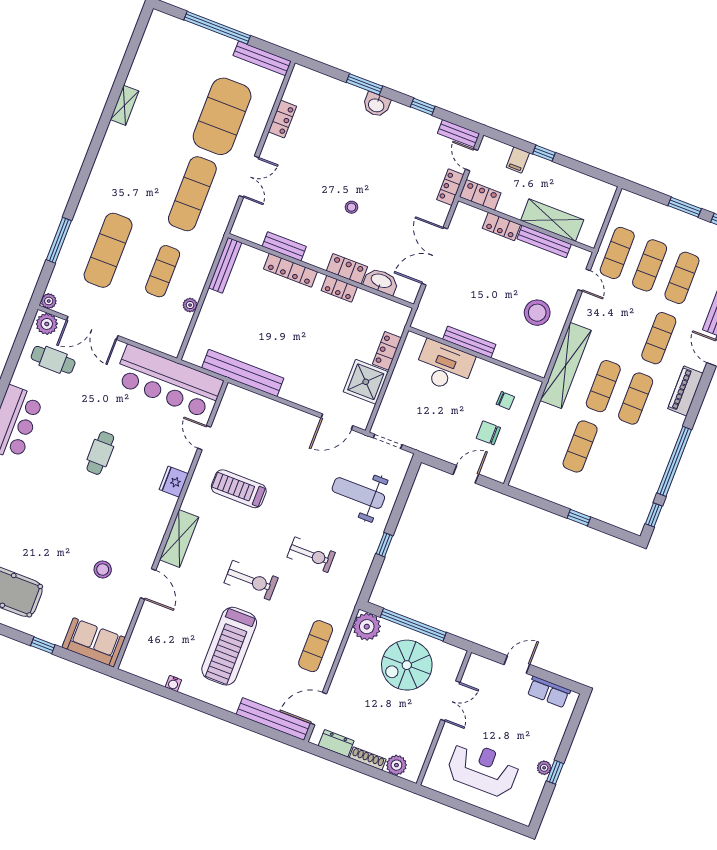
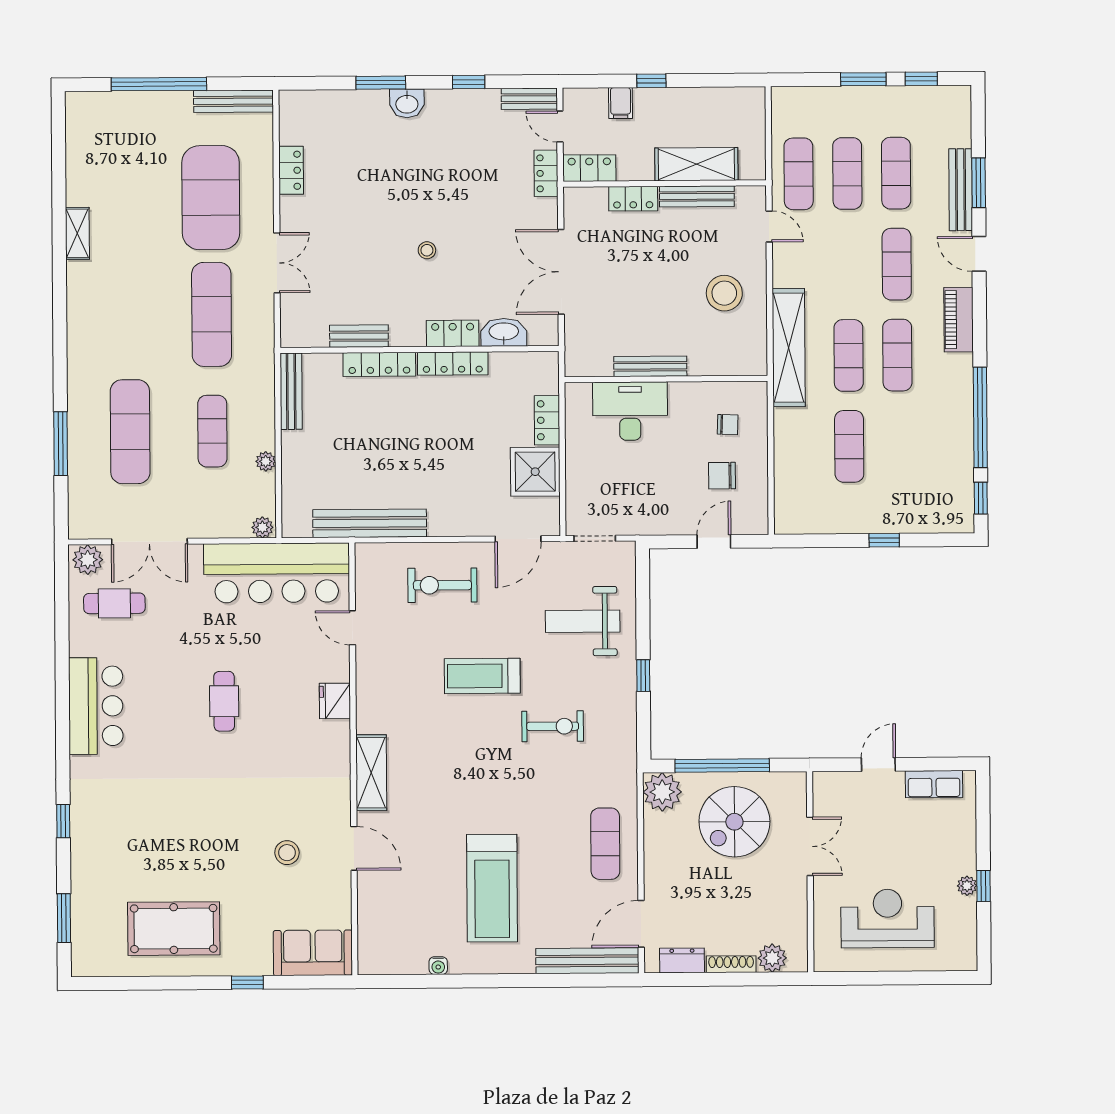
locker: (339, 289) -> (453, 363), width x1.53
plant: (49, 301) -> (262, 527), moved
treadmill: (239, 489) -> (482, 676), moved
exercise bike: (251, 580) -> (442, 585), moved, turned 180

